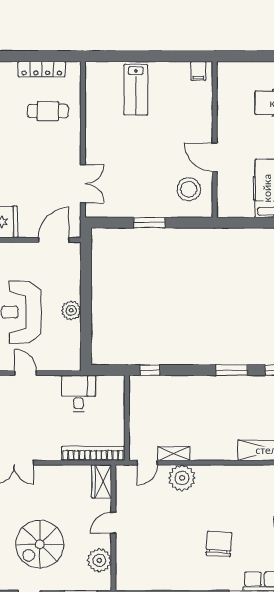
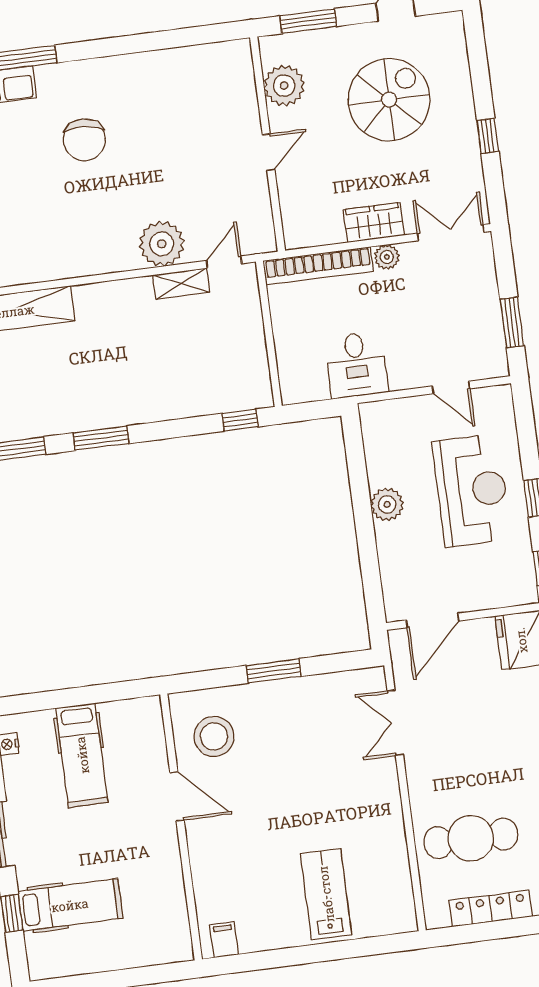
cafe table: (48, 111) -> (471, 838), width x1.37, depth x1.35
plant: (53, 453) -> (387, 257), added
wardrobe: (102, 481) -> (374, 222), moved, turned -90

